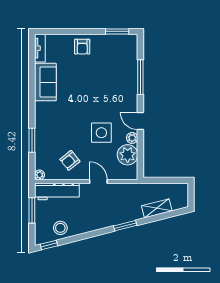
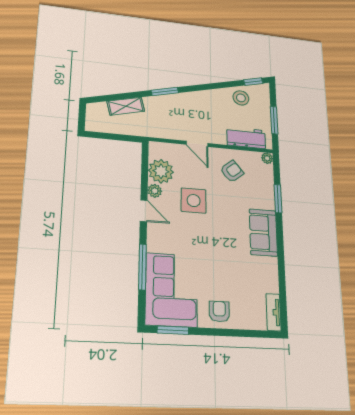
corner sofa: (118, 61) -> (171, 290), added
sofa: (45, 82) -> (263, 233), moved
workbench: (57, 191) -> (246, 138), width x0.73

